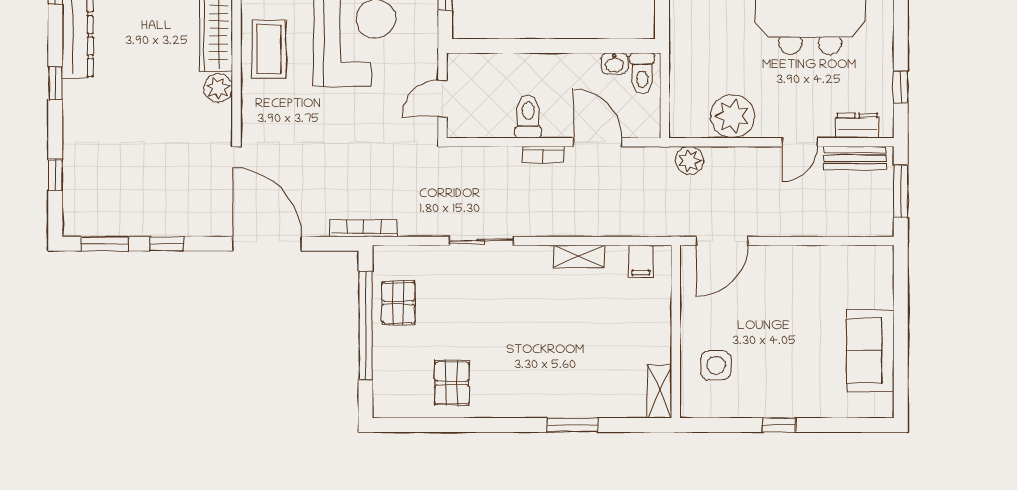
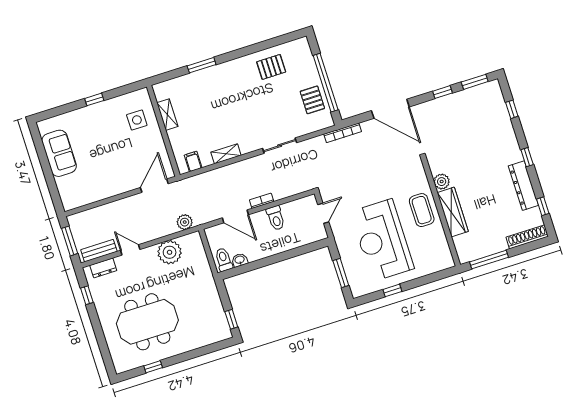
door: (800, 142) -> (130, 250), hinge flipped
pallet: (452, 383) -> (271, 67), turned 90
shelving: (660, 391) -> (167, 115), moved

